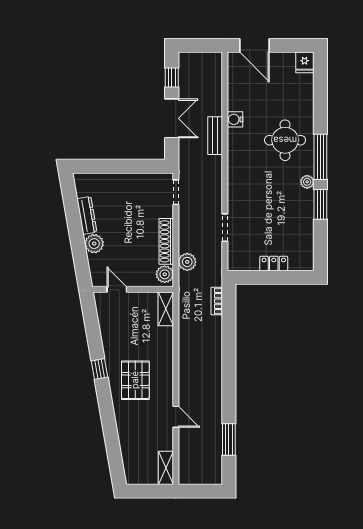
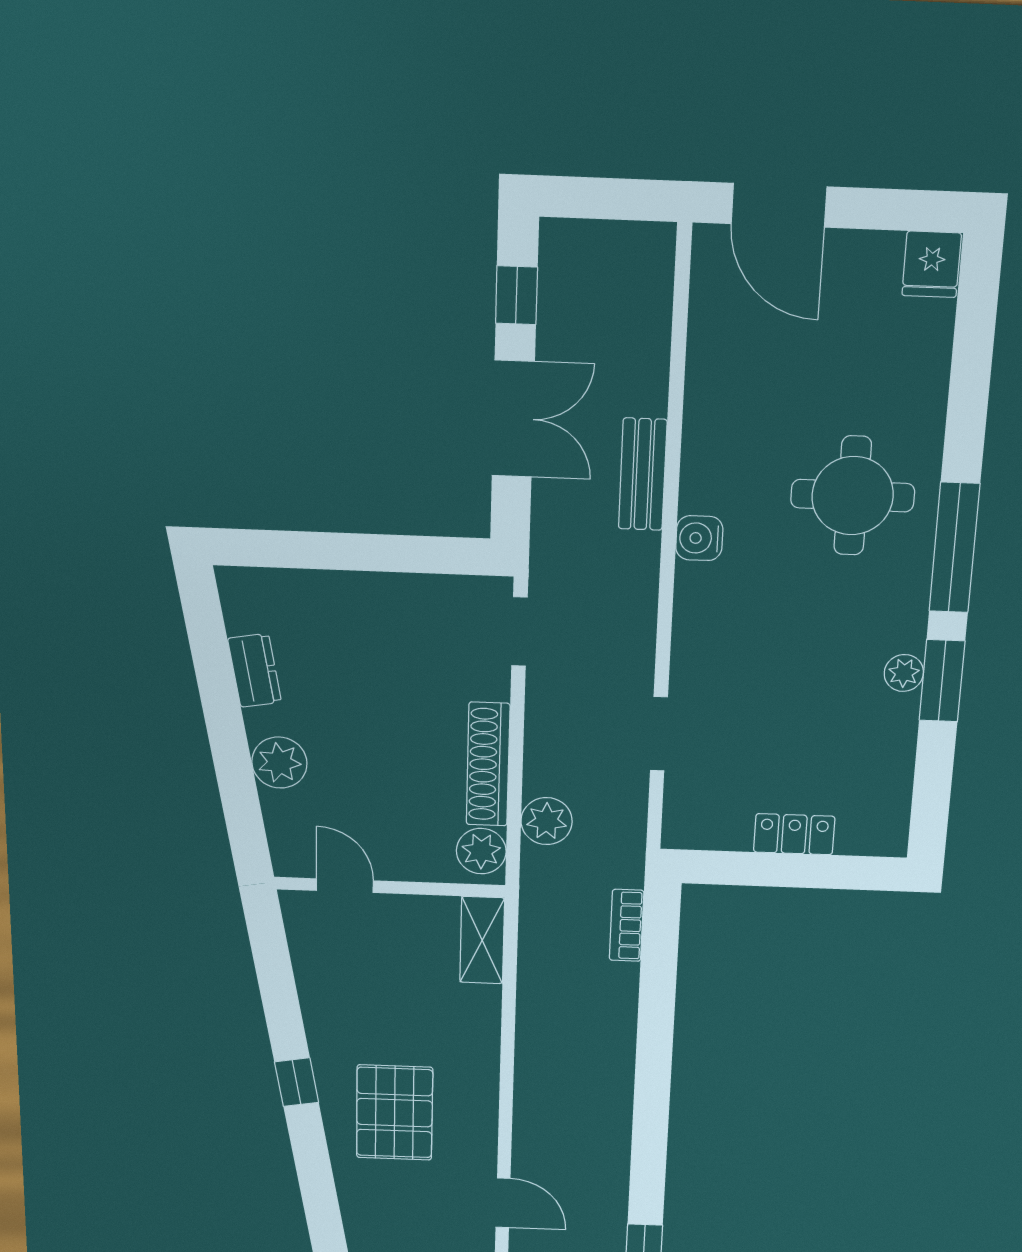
water cooler: (235, 119) -> (699, 538), moved
plant: (307, 182) -> (904, 673), moved
dresser: (87, 215) -> (255, 670), width x0.70

